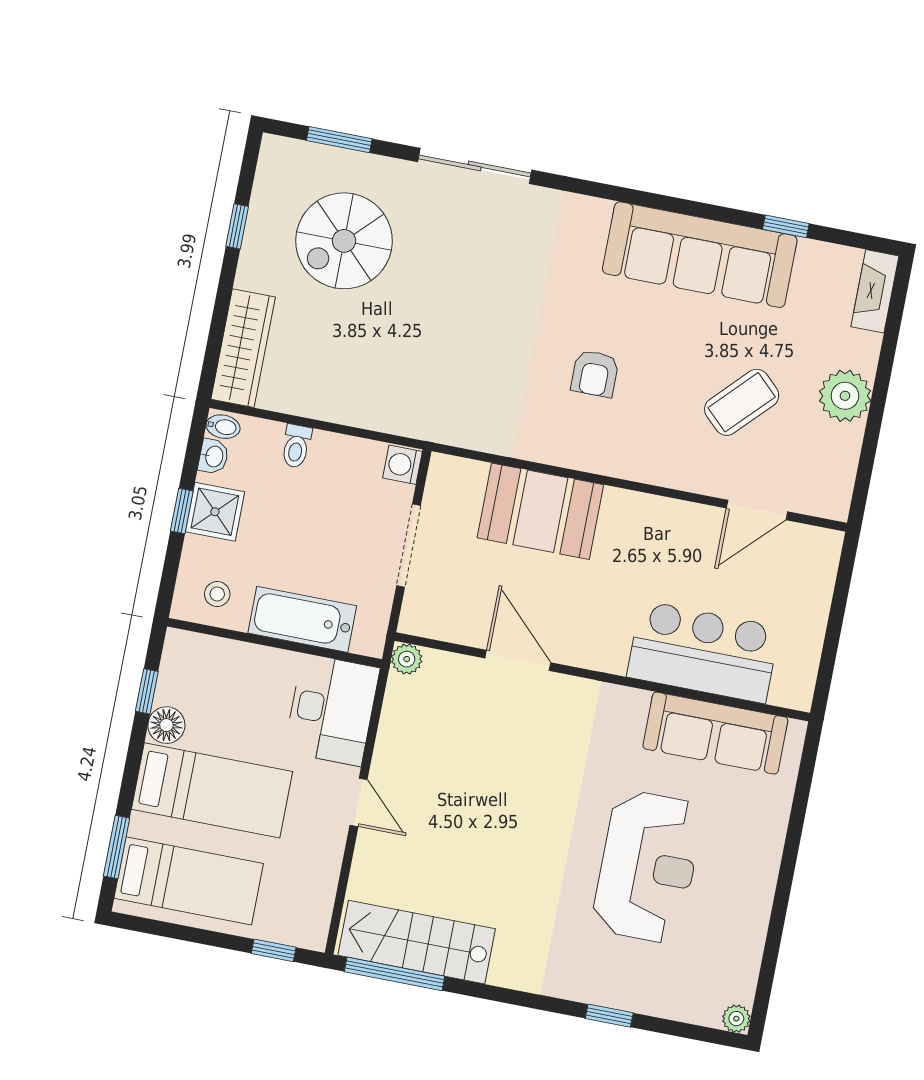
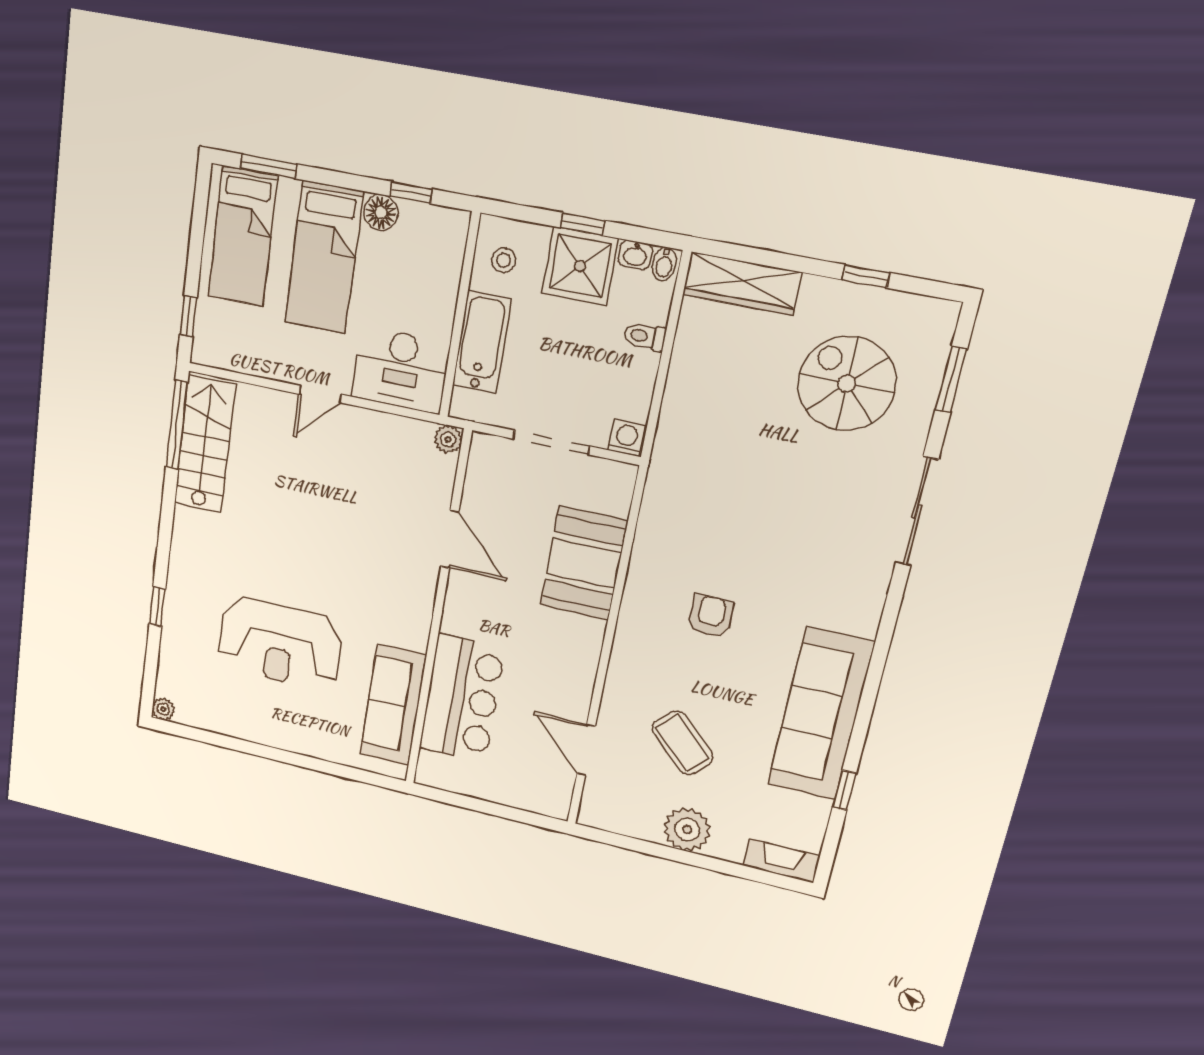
armchair: (595, 374) -> (711, 616), turned 90
shower: (215, 512) -> (580, 266), width x1.36, depth x1.36
door: (518, 660) -> (450, 539), hinge flipped

